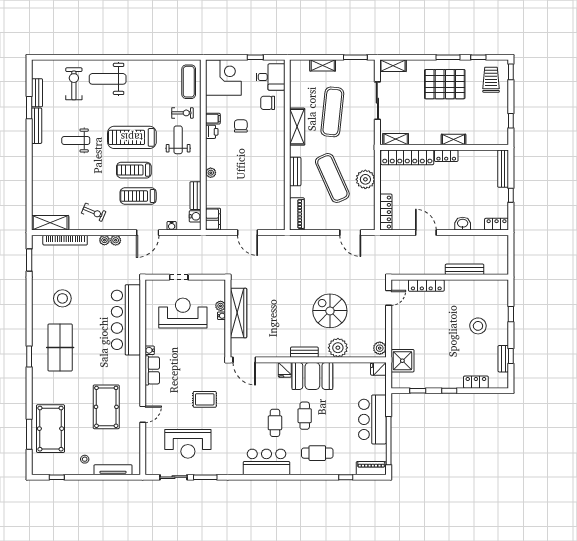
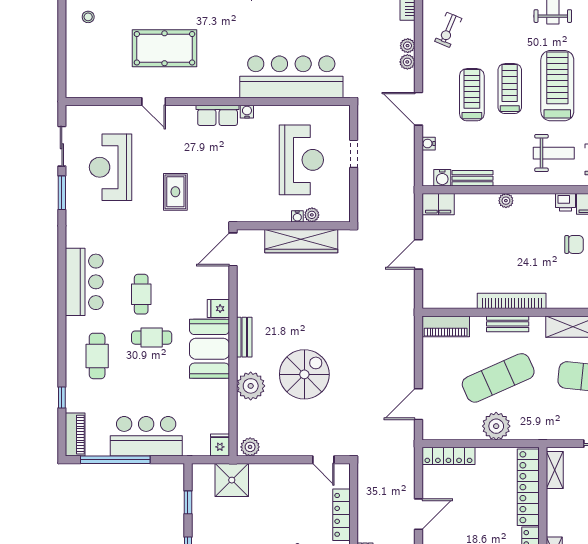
bookcase: (279, 169) -> (512, 301), added
cafe table: (275, 423) -> (141, 294), turned 90
tv unit: (113, 470) -> (73, 58), removed

